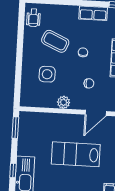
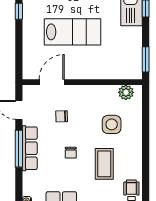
coffee table: (55, 41) -> (104, 164), turned 66
plant: (64, 102) -> (126, 92), moved

